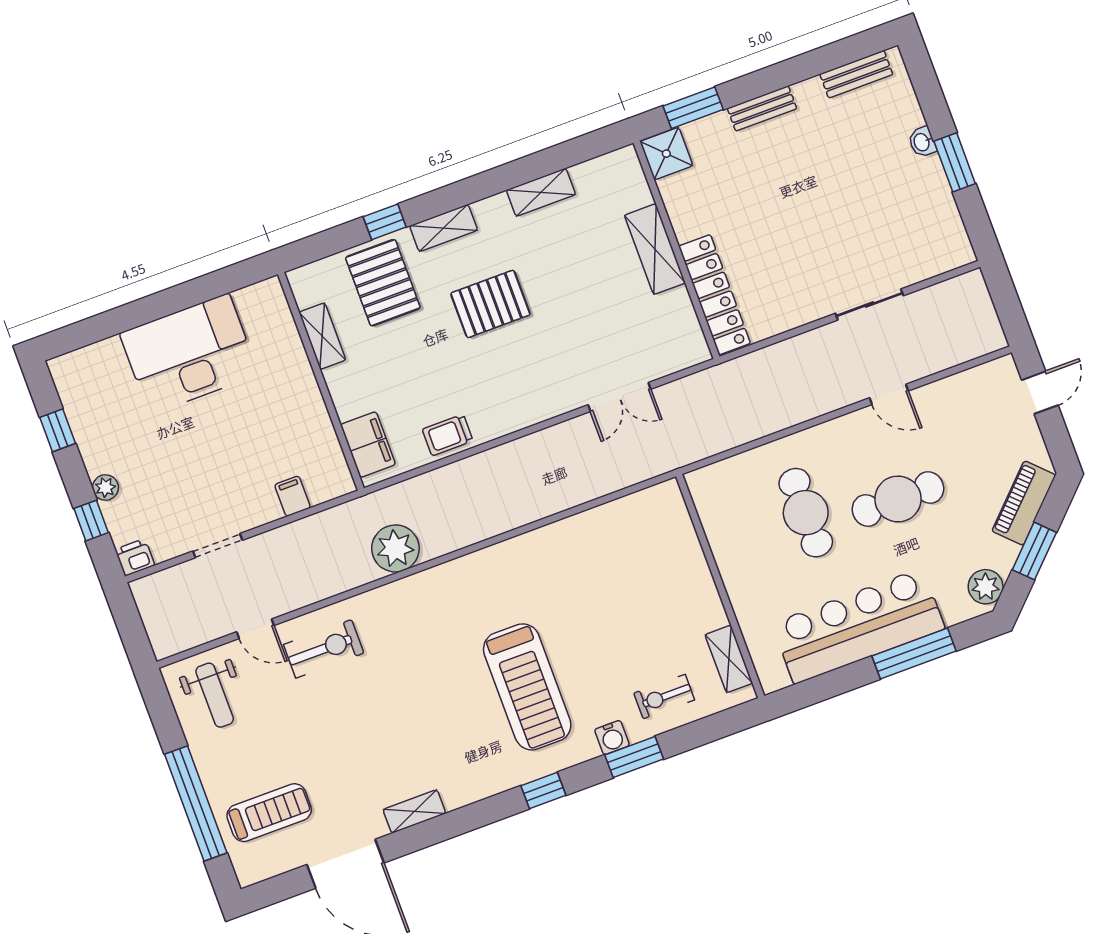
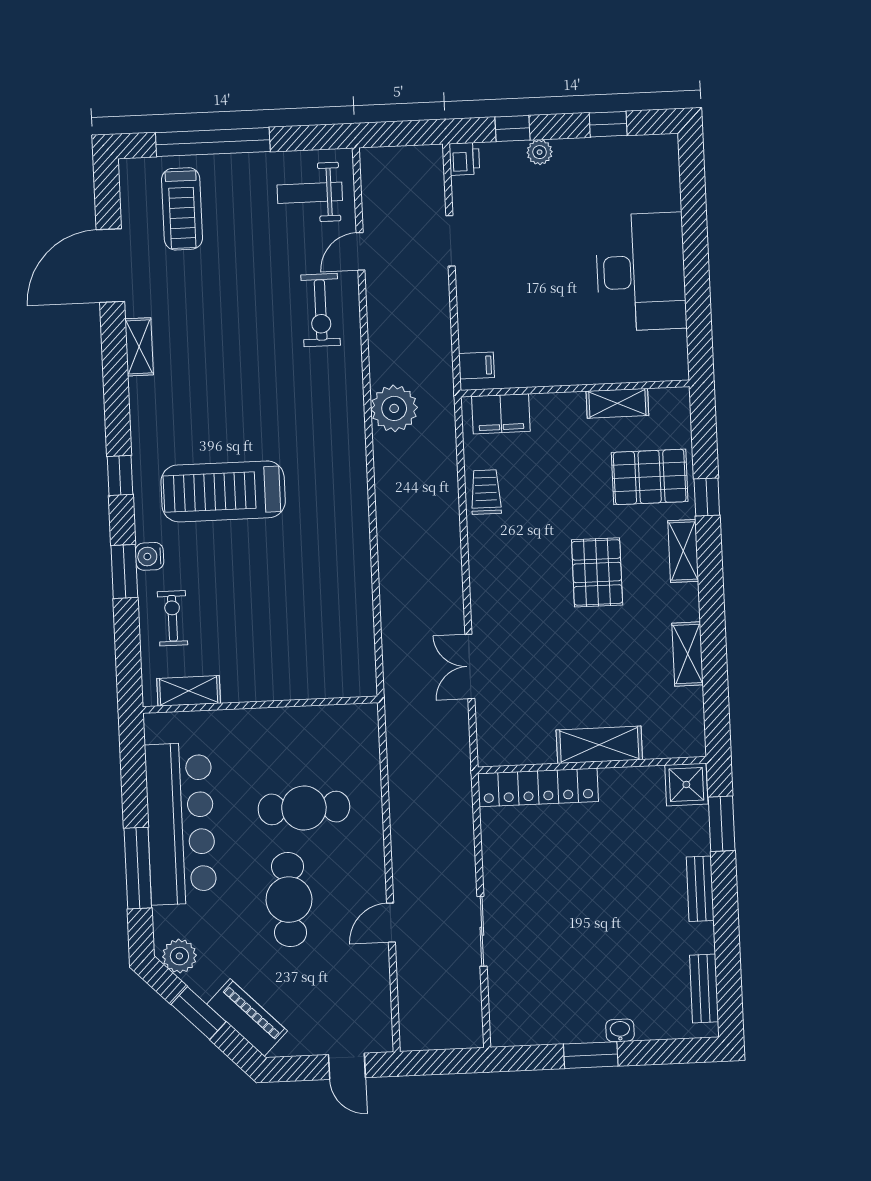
filing cabinet: (293, 496) -> (477, 366), moved

